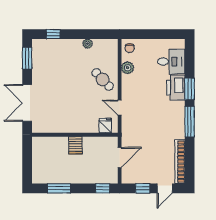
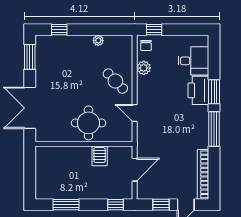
window: (137, 34) -> (154, 30), added
round table: (79, 116) -> (88, 123), added
fridge: (105, 126) -> (118, 133), removed
server rack: (75, 145) -> (100, 156), moved

